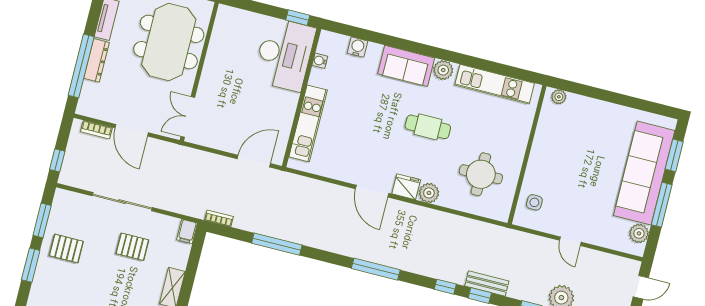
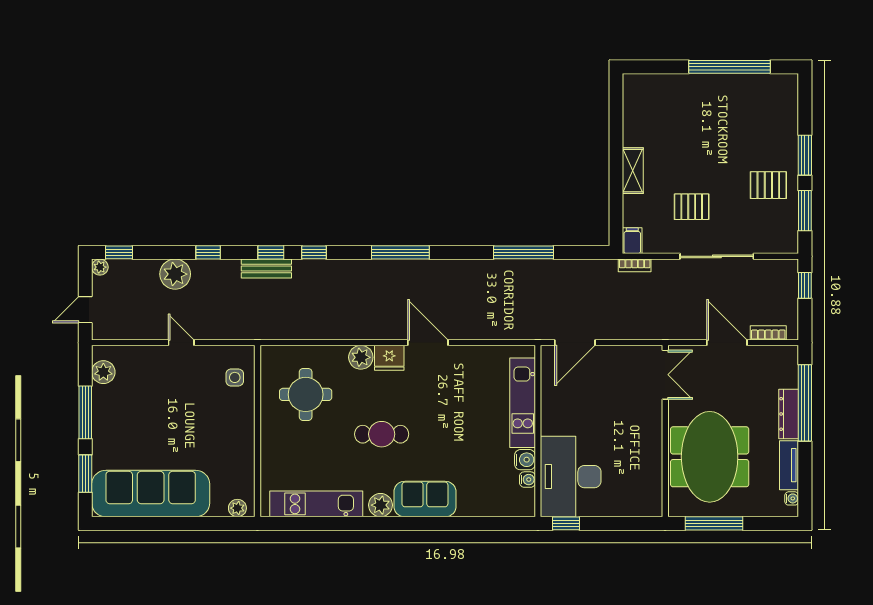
water cooler: (358, 47) -> (525, 460), moved, turned -90
sofa: (644, 173) -> (151, 494), moved, turned -90
bookcase: (219, 218) -> (635, 265), moved

